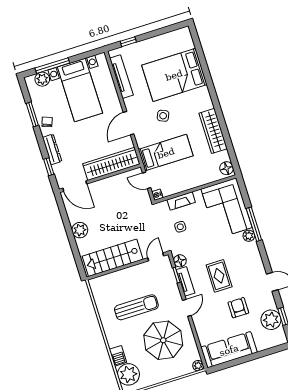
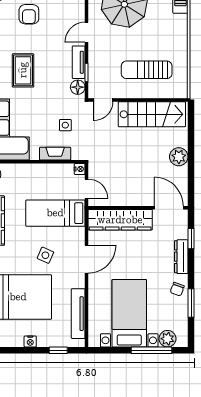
nightstand: (153, 42) -> (30, 341), added
rug: (219, 276) -> (23, 70), moved
sun lounger: (136, 307) -> (147, 70), moved

